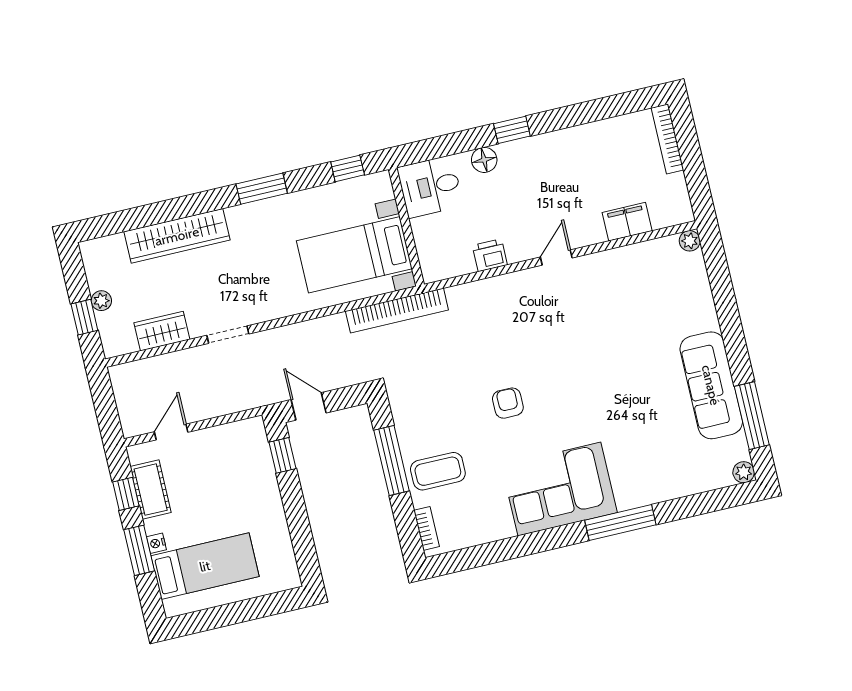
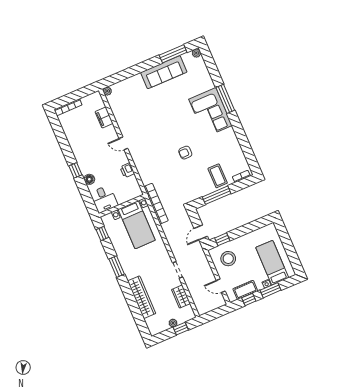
stool: (233, 462) -> (228, 259), added
corner sofa: (559, 489) -> (210, 112), moved

